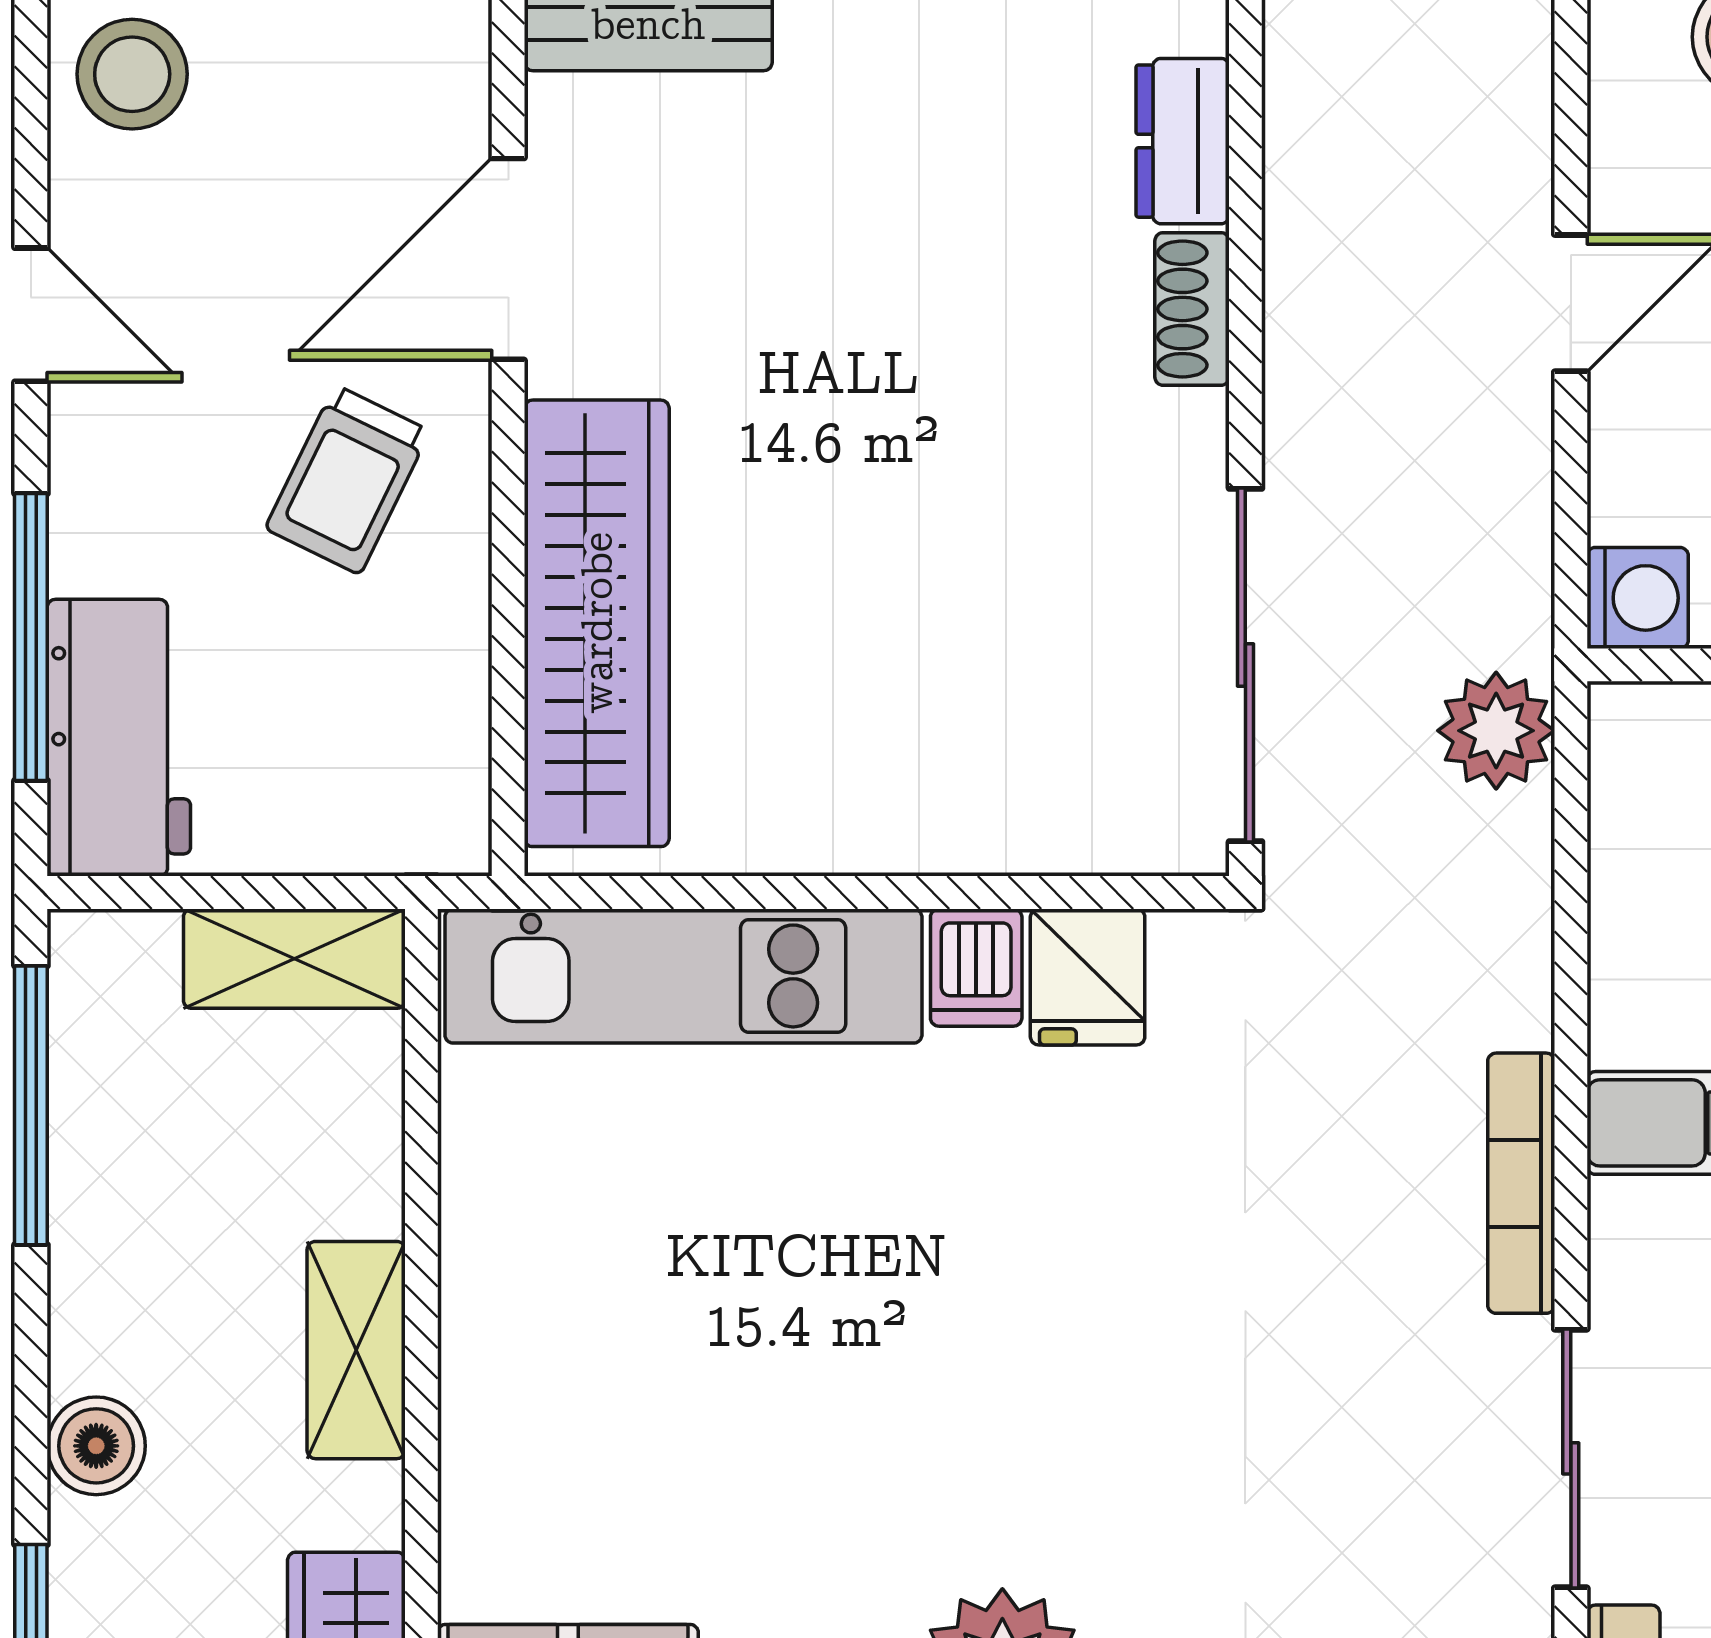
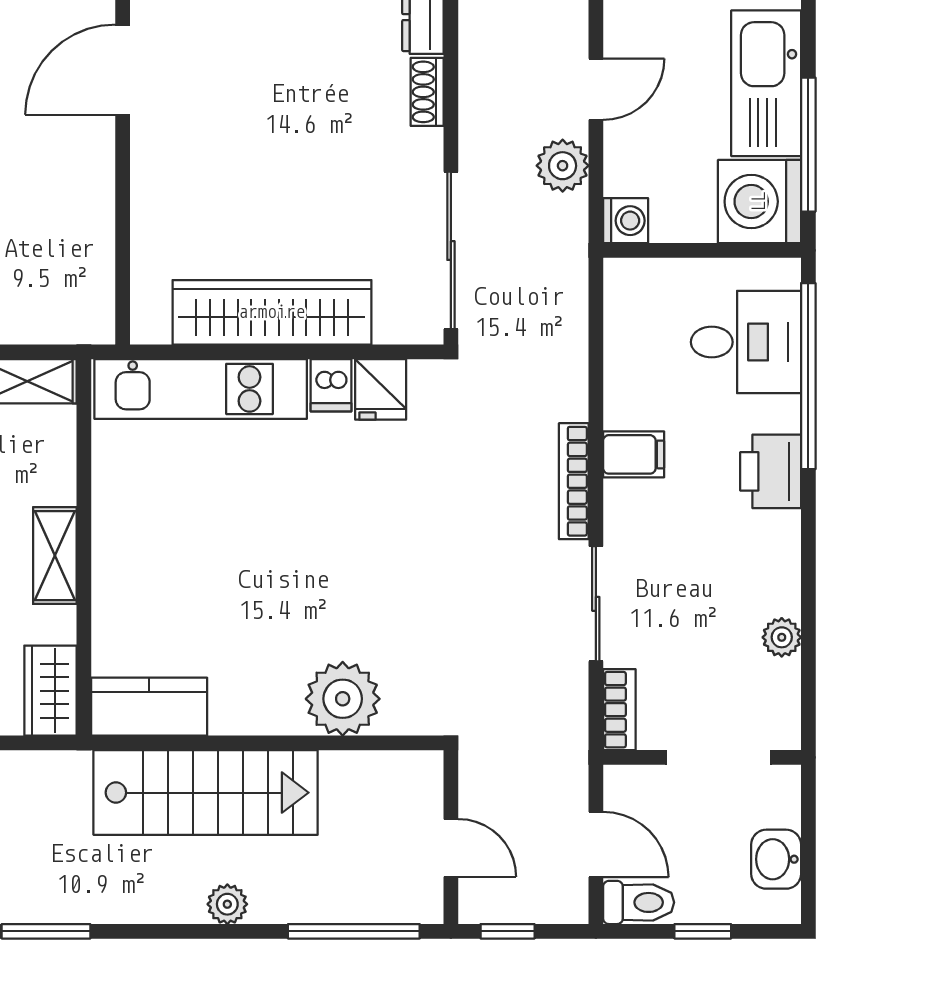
trolley: (348, 480) -> (51, 168), removed
wardrobe: (597, 623) -> (272, 312), moved, turned -90
plant: (1496, 731) -> (563, 166), moved

